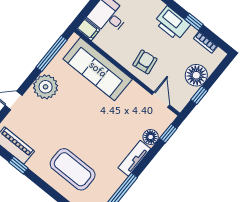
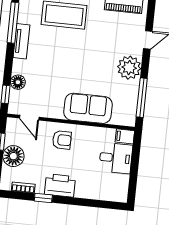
armchair: (145, 62) -> (62, 140), turned -82
sofa: (98, 69) -> (88, 108), width x0.73
tv unit: (134, 158) -> (21, 41), moved

